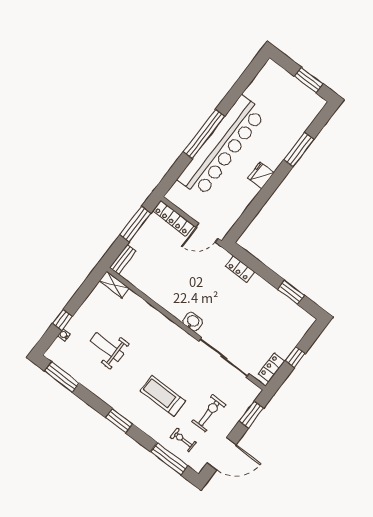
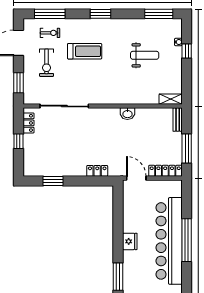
door: (207, 233) -> (136, 178), hinge flipped
washbasin: (193, 322) -> (127, 114), moved

